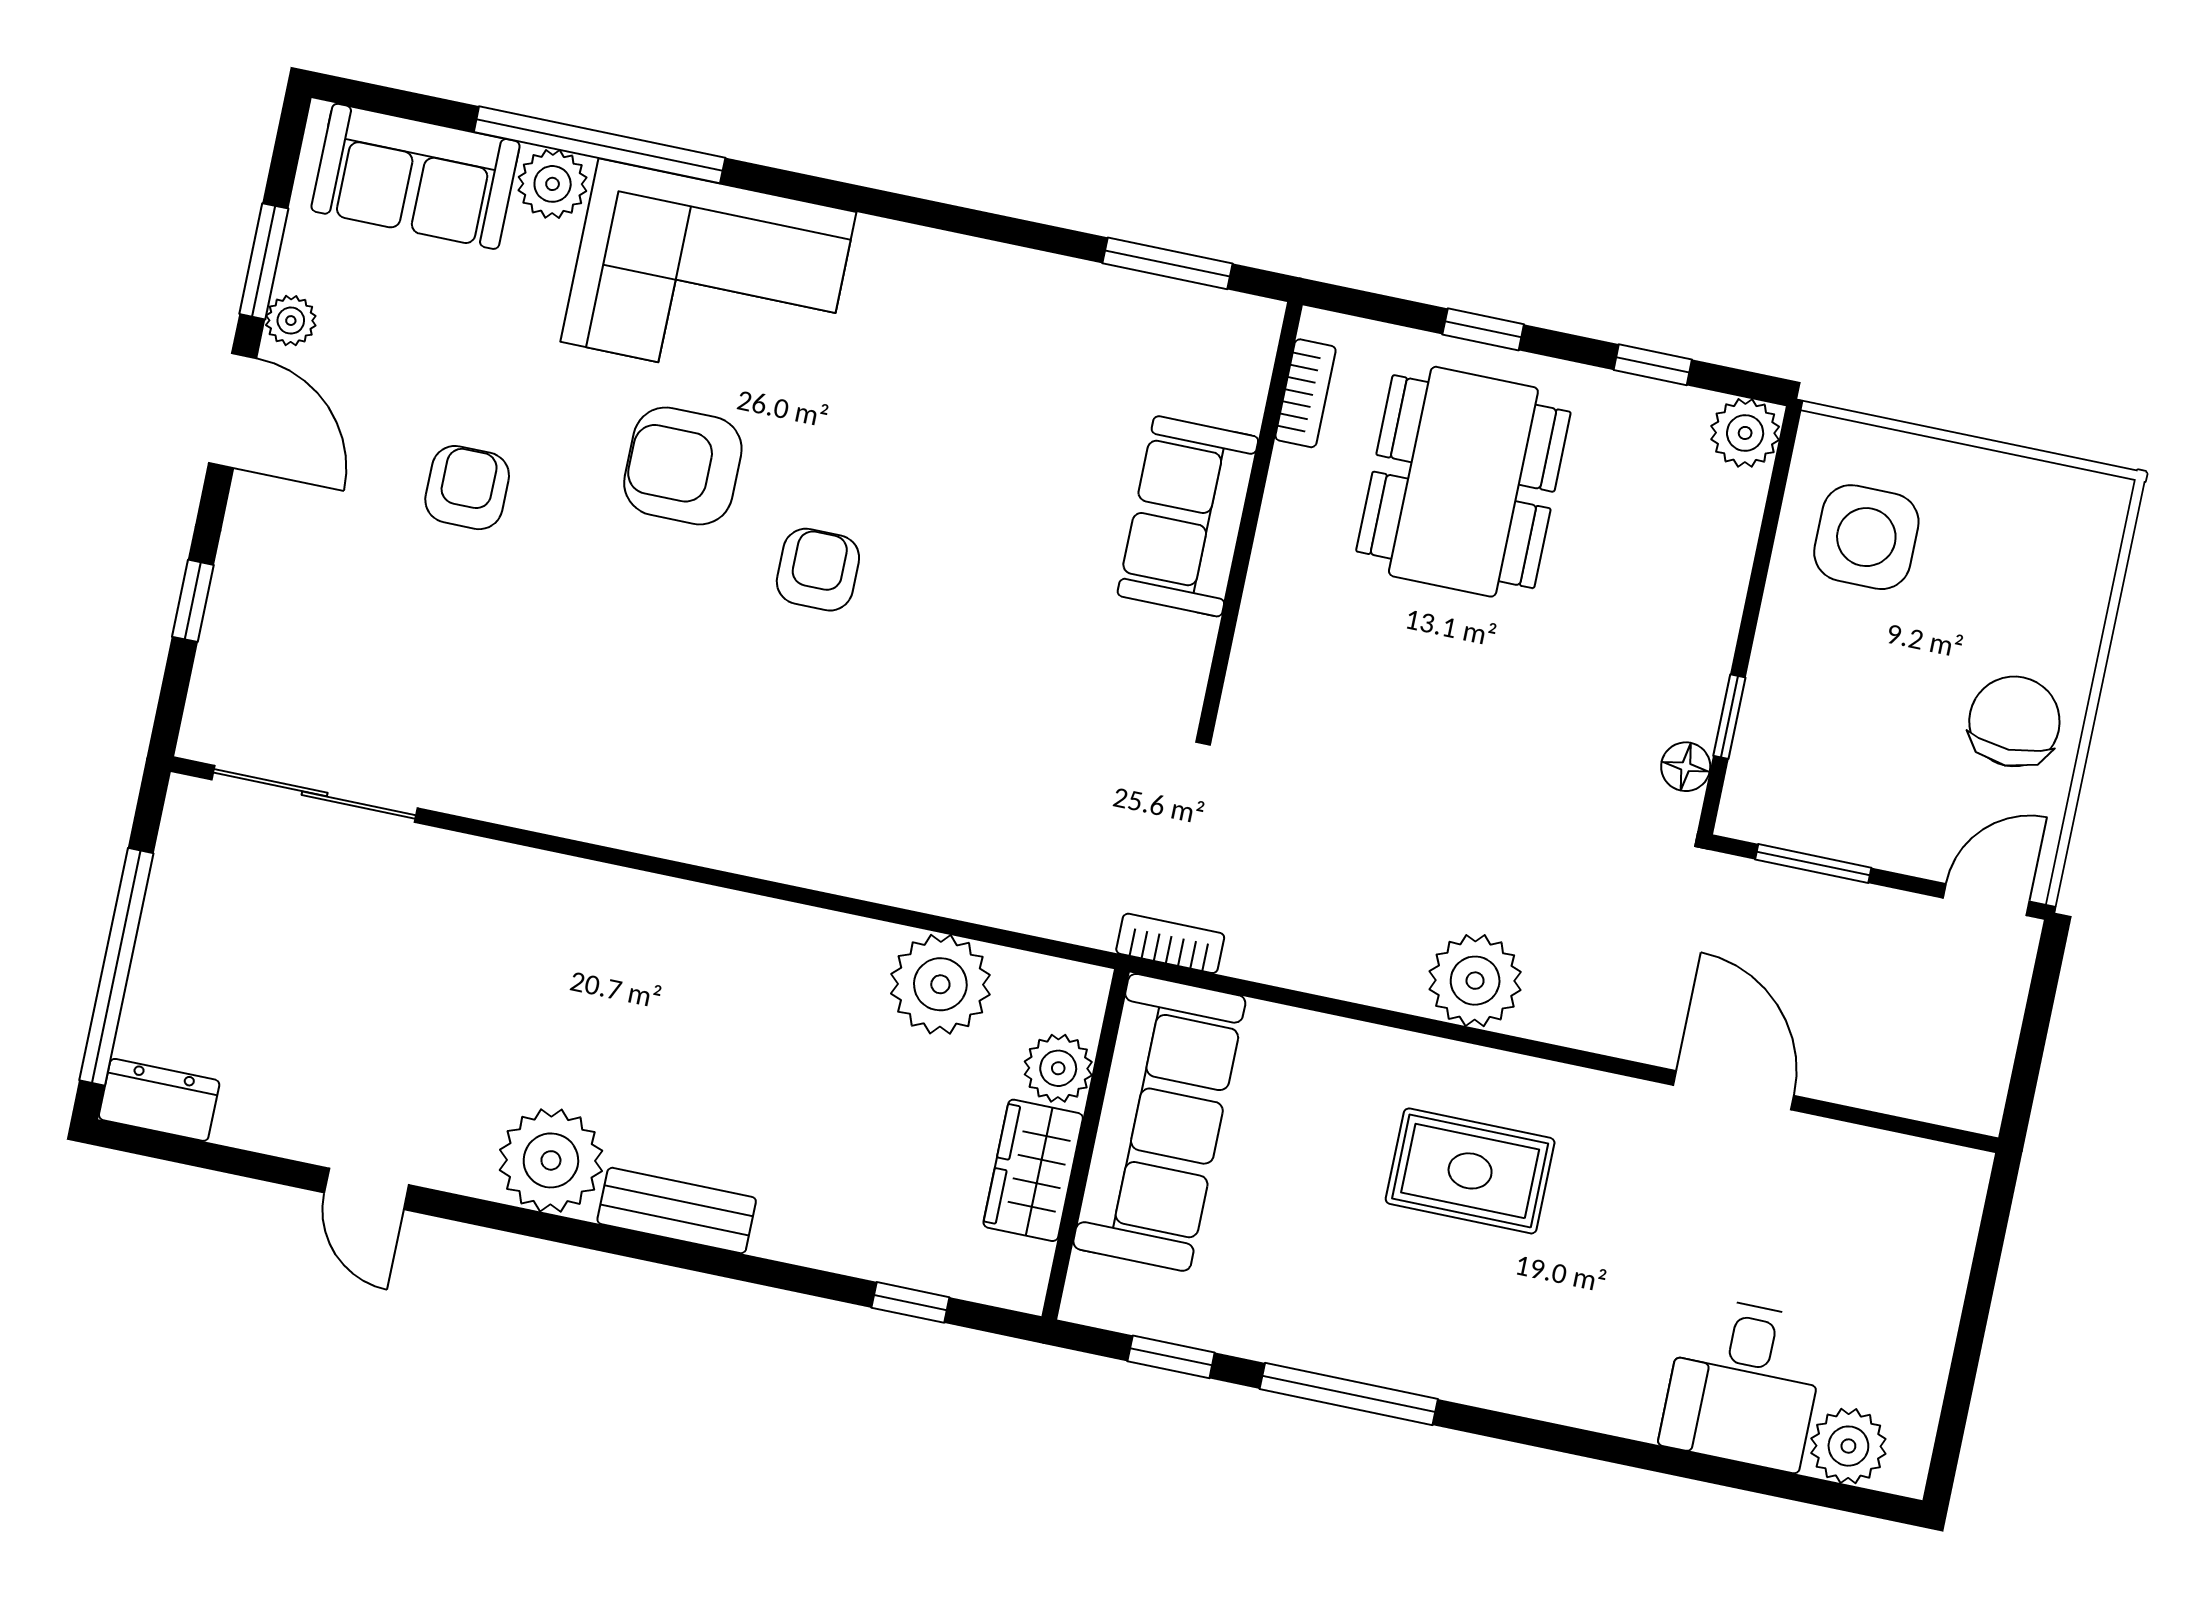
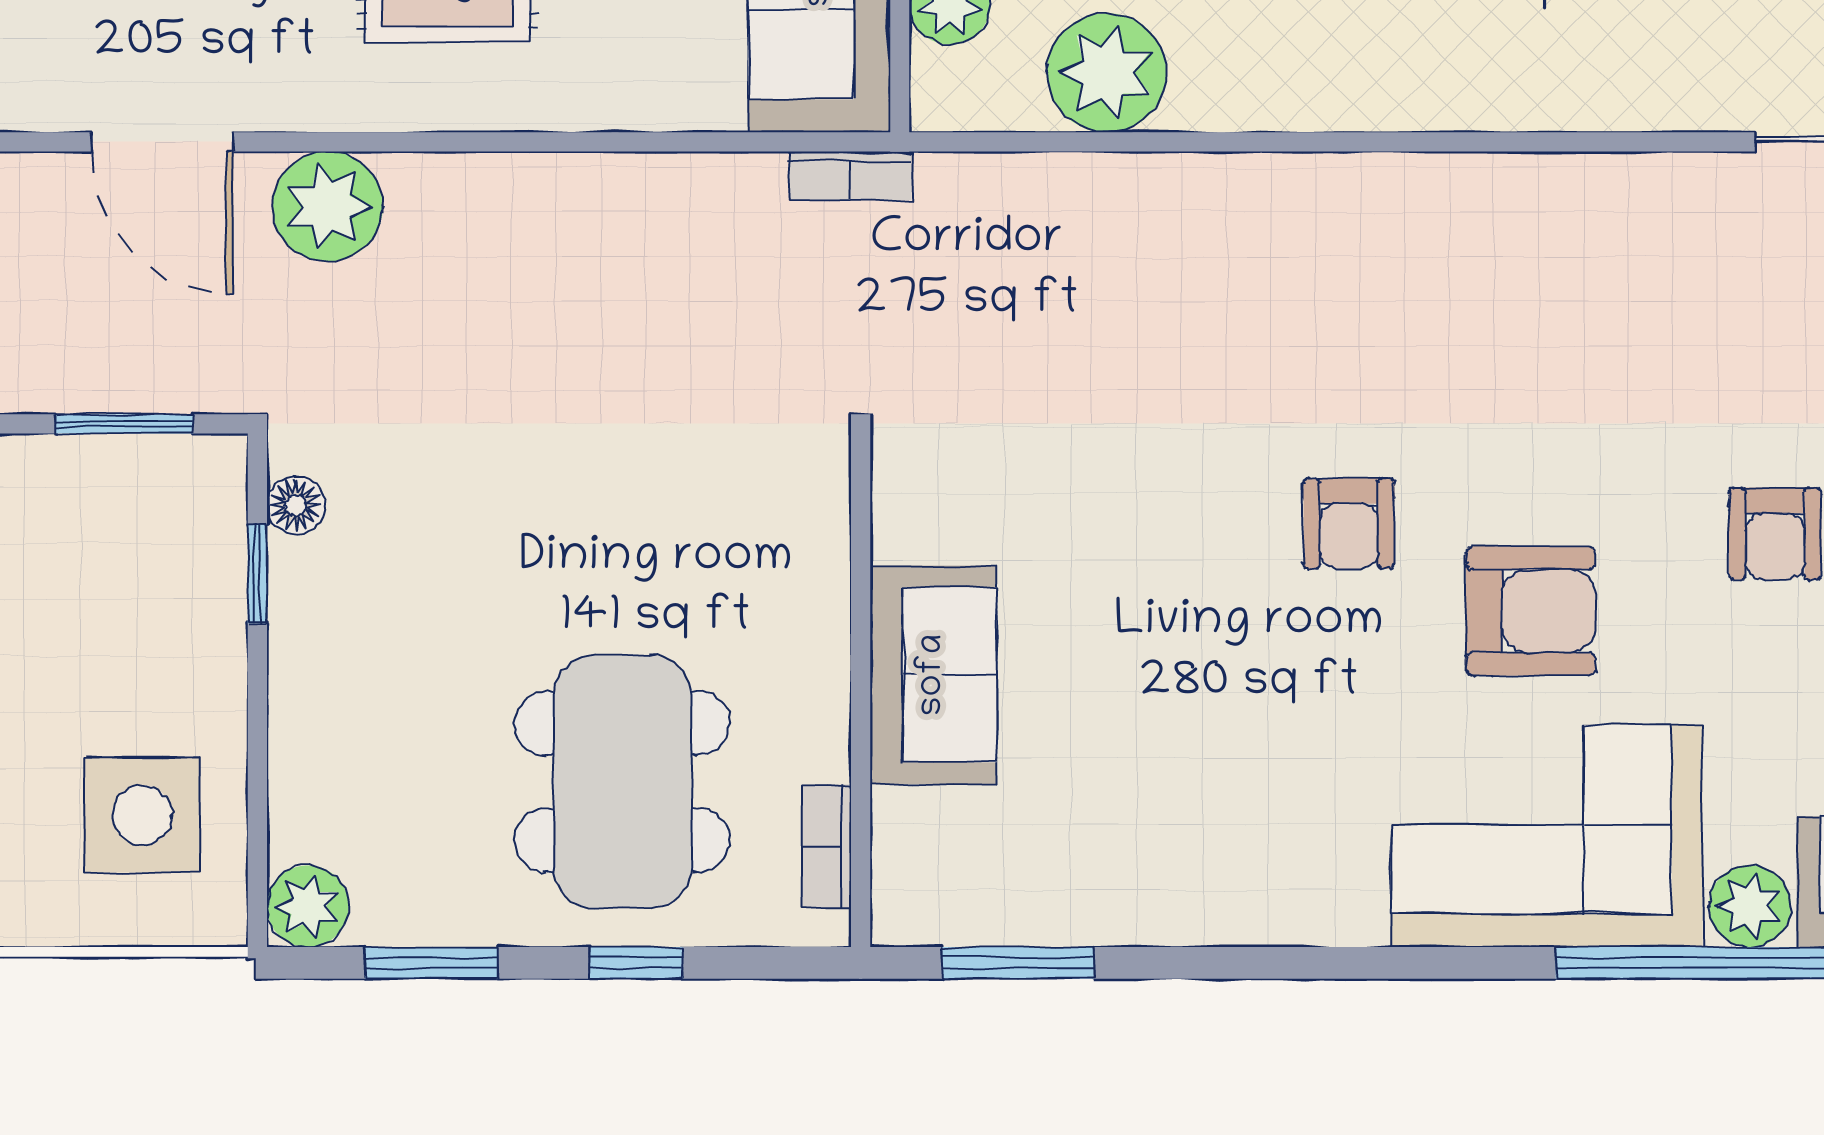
window: (1653, 365) -> (431, 963), width x1.50
plant: (1475, 981) -> (328, 206), moved

